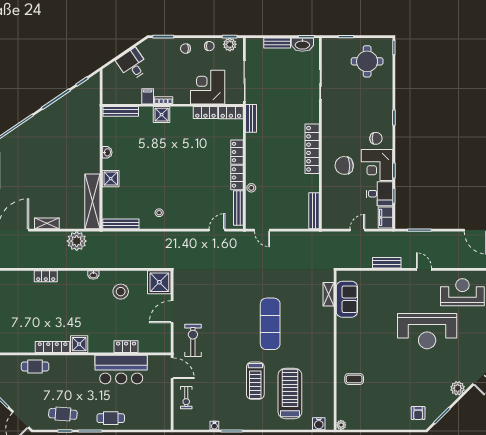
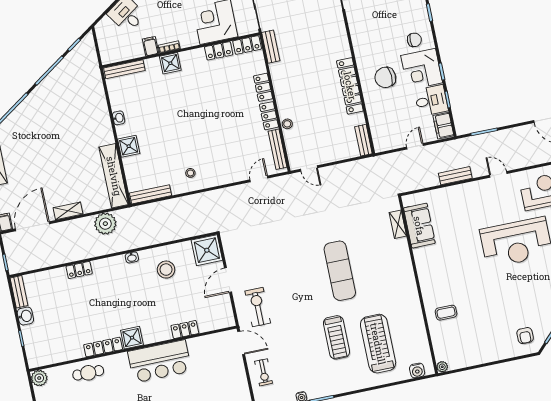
locker: (312, 149) -> (350, 86), moved
bench: (314, 211) -> (363, 140), width x0.73
bar counter: (121, 369) -> (160, 361), moved

